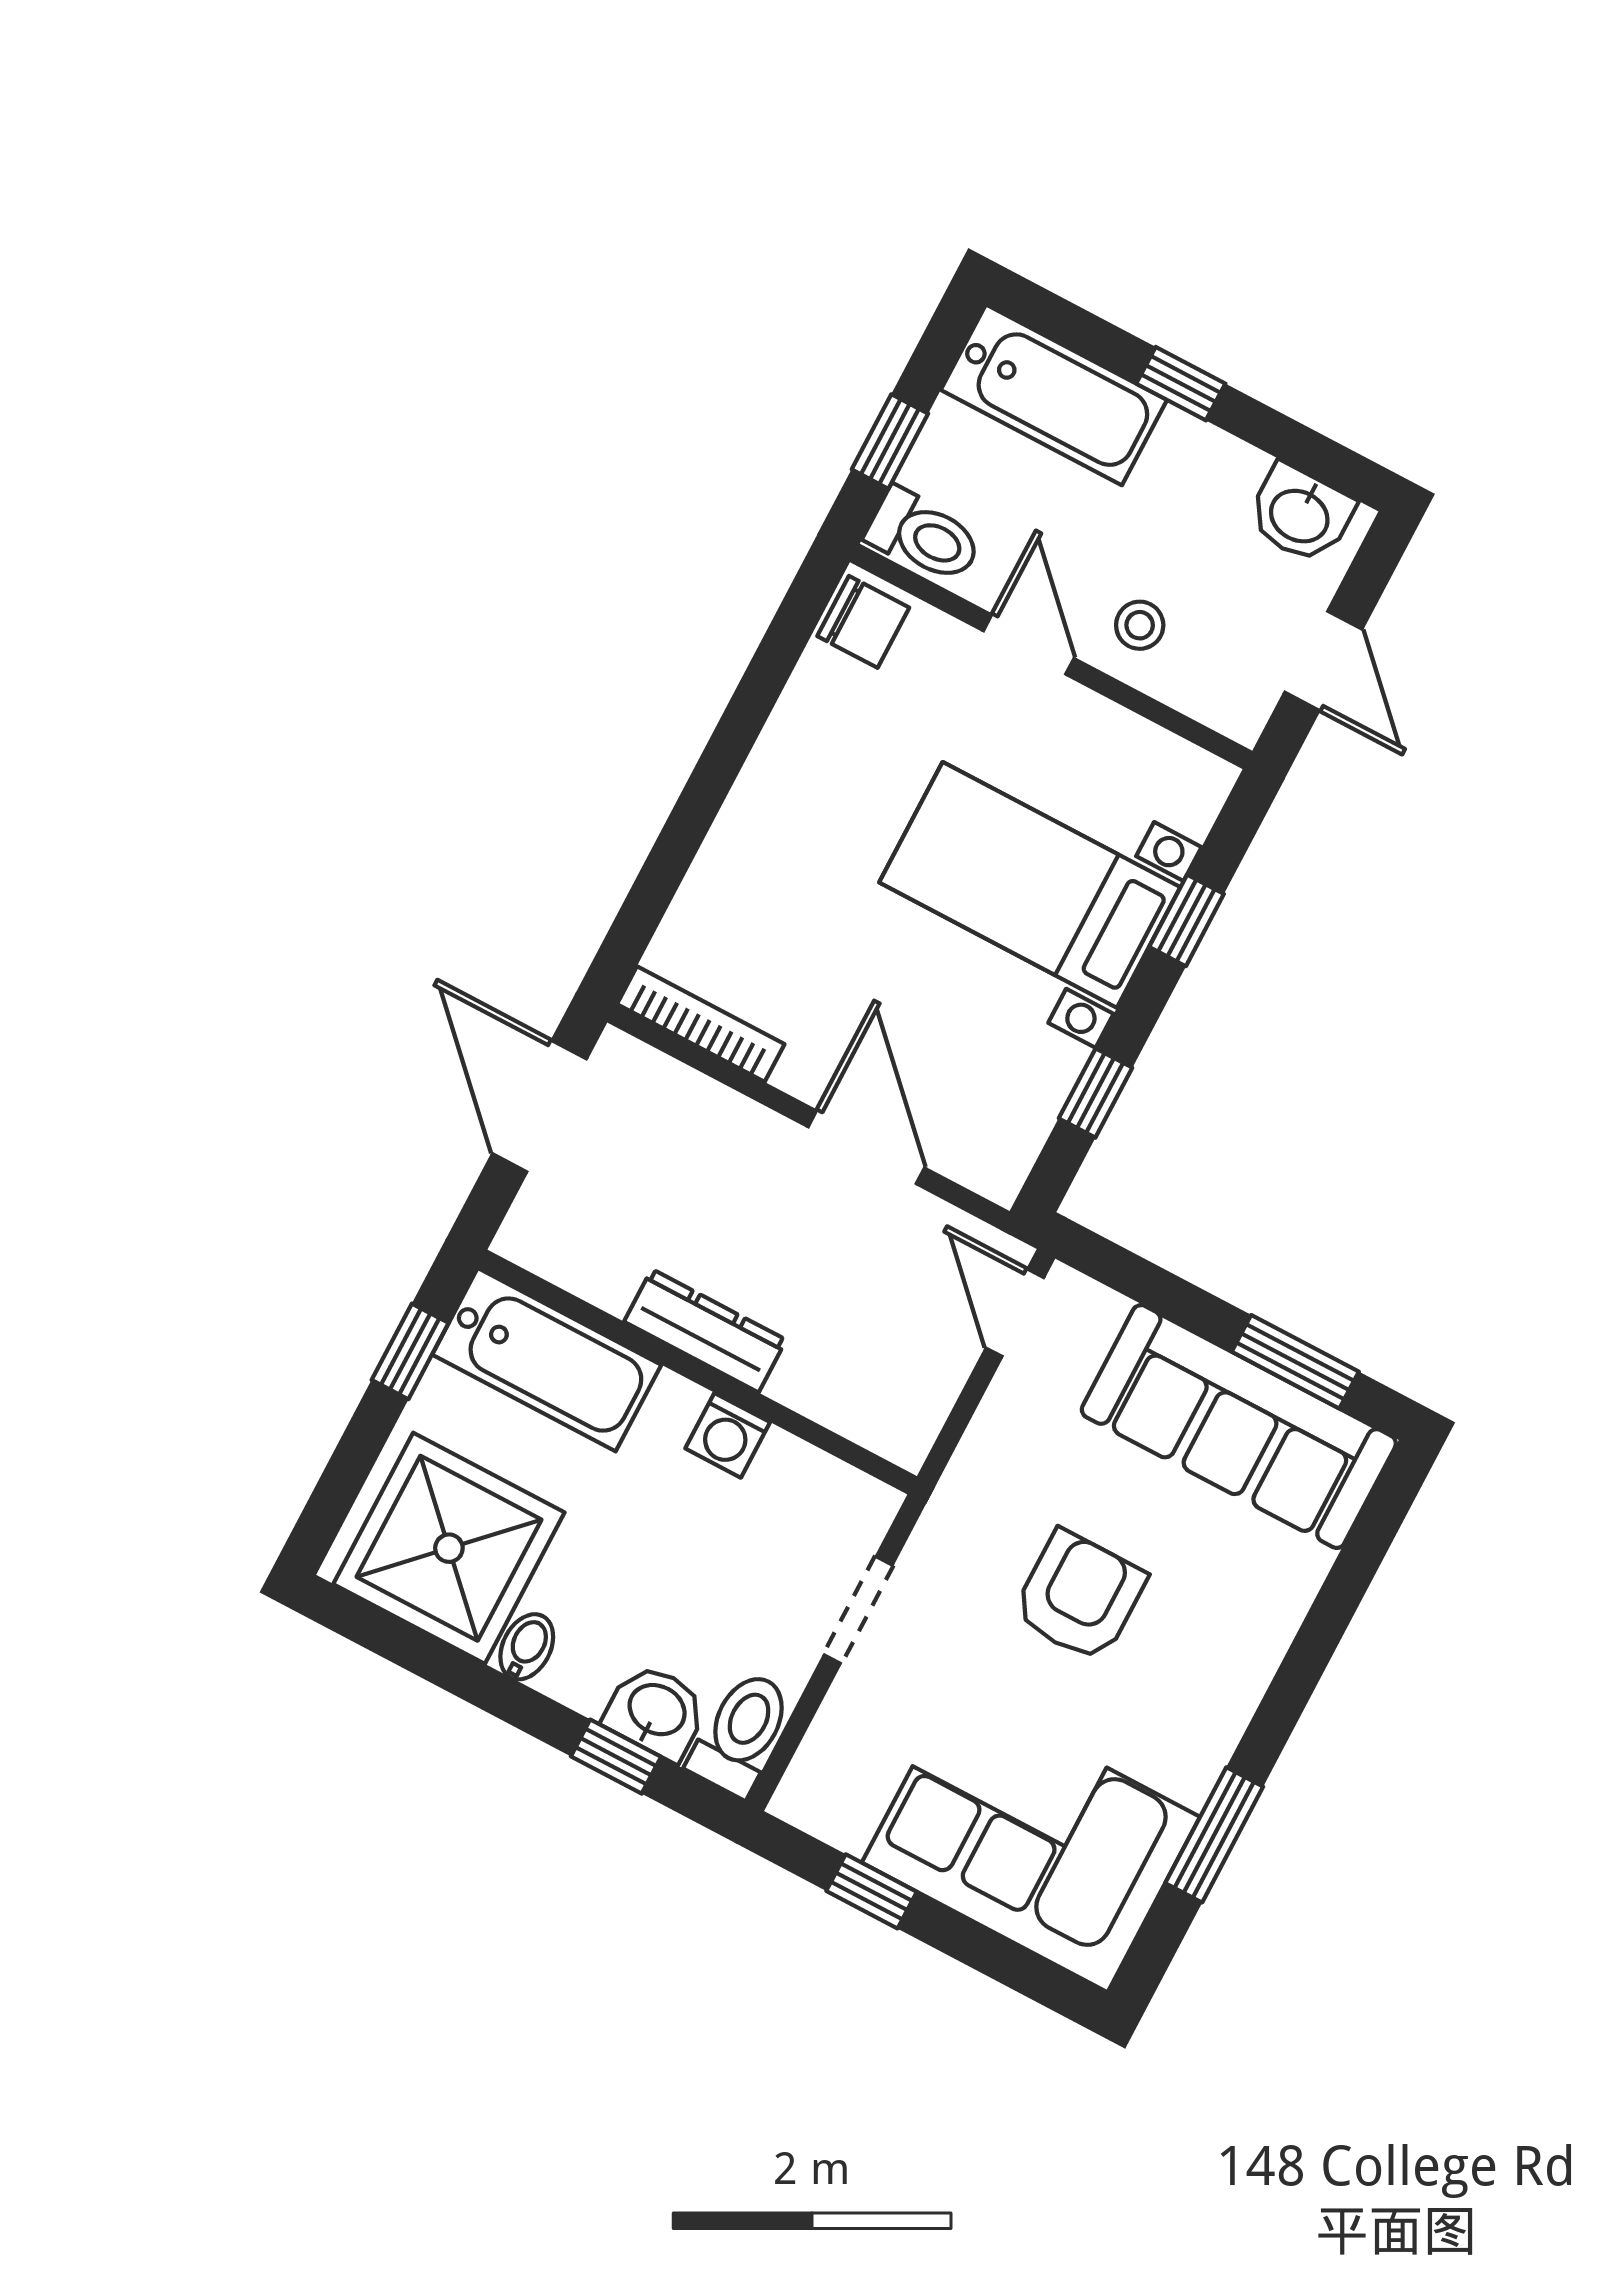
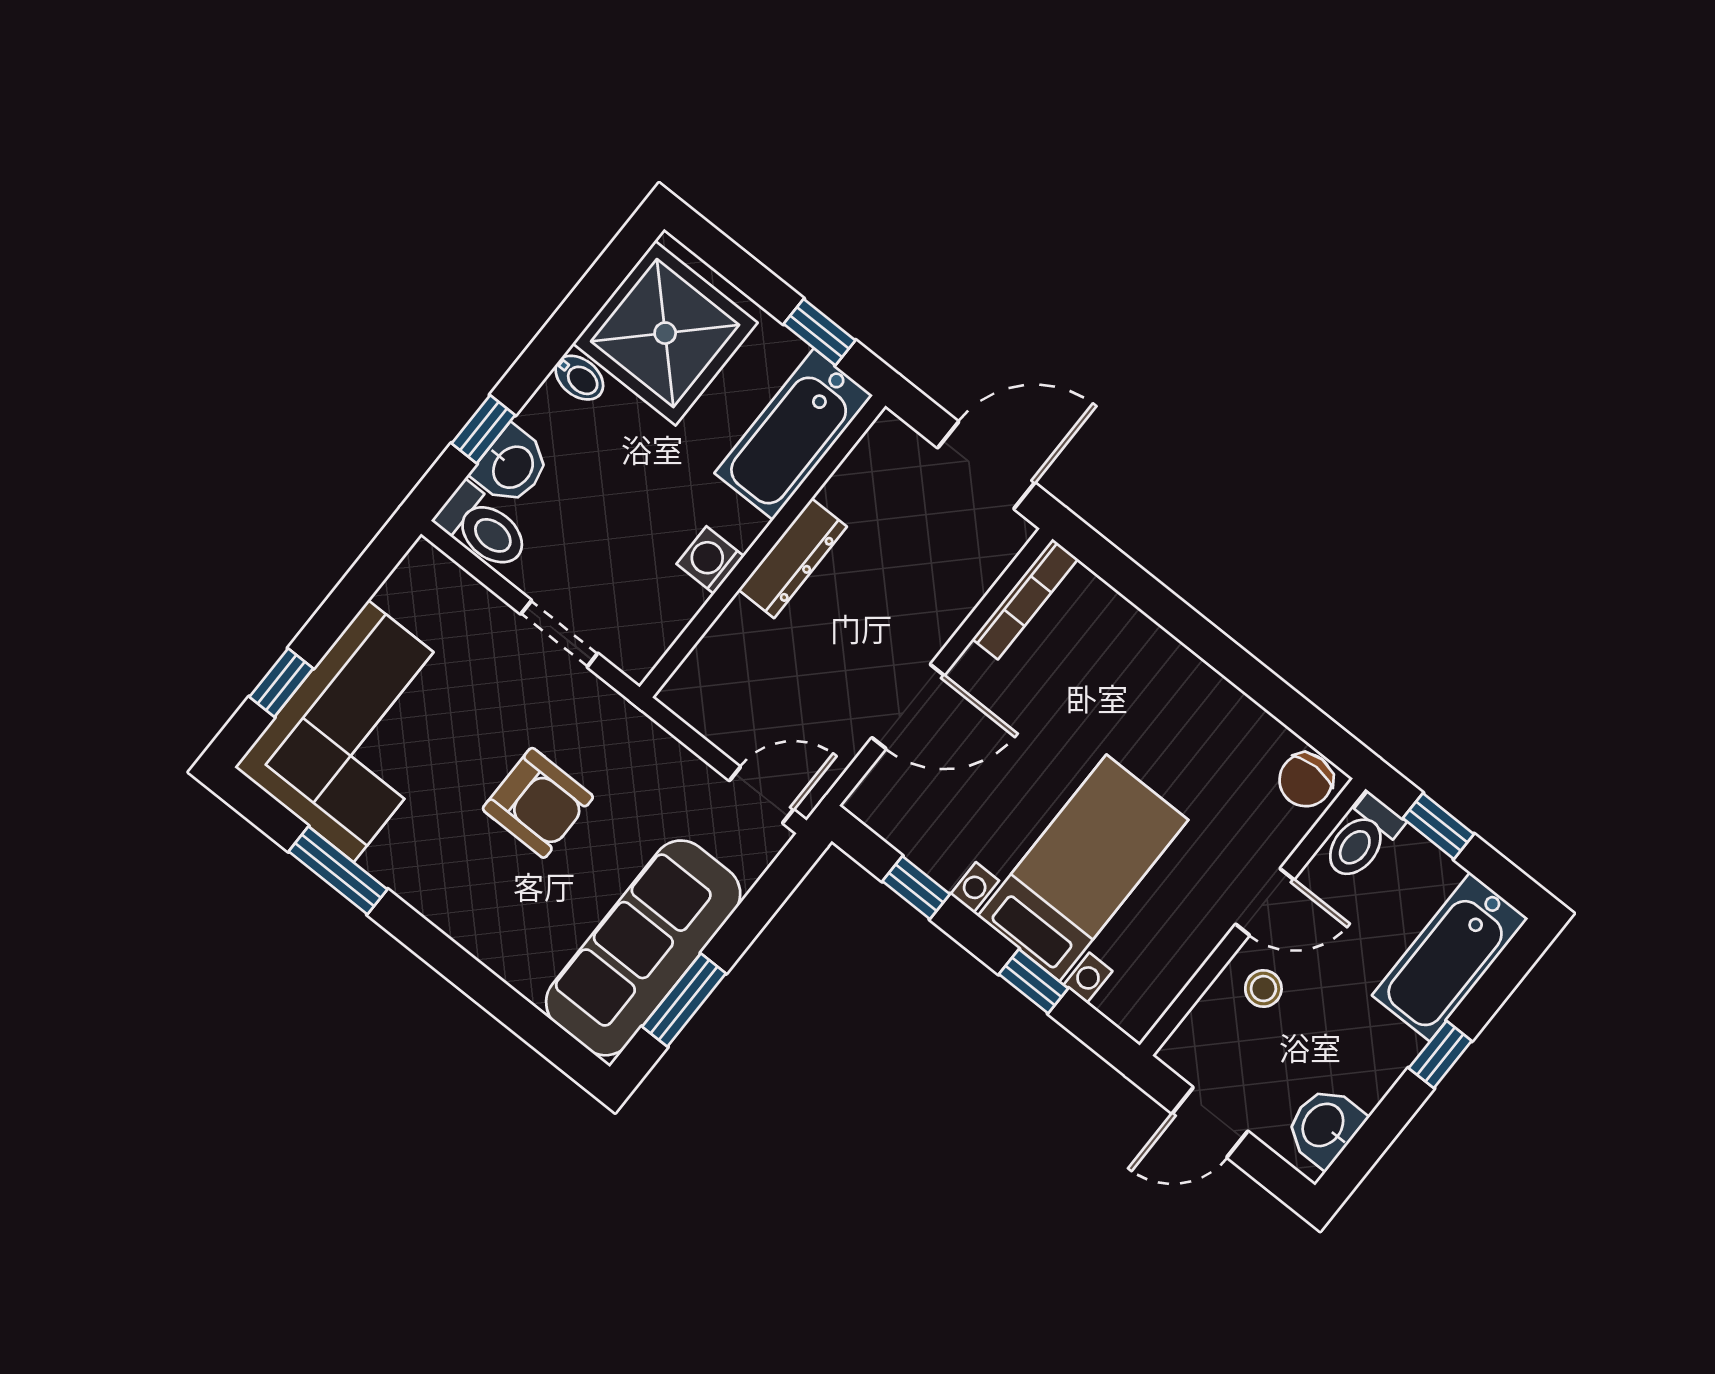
window: (872, 1891) -> (281, 683), moved

